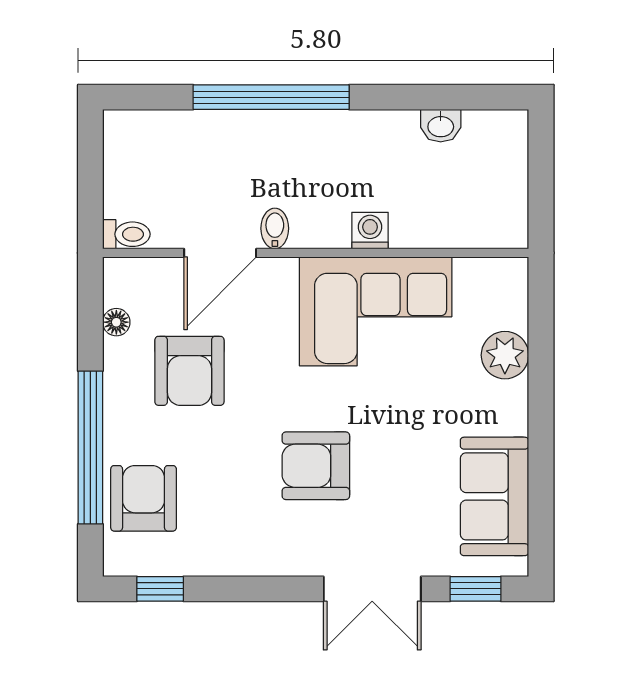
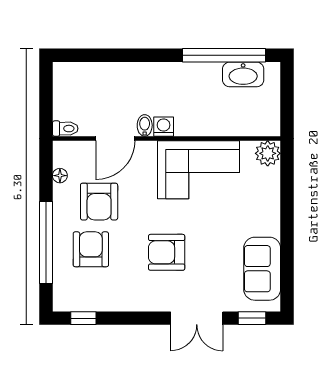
window: (271, 97) -> (224, 55), moved
washbasin: (441, 126) -> (243, 74), width x1.91, depth x1.45
washing machine: (370, 231) -> (164, 127), moved
plant: (505, 355) -> (268, 153), moved
armchair: (144, 498) -> (91, 249), moved

